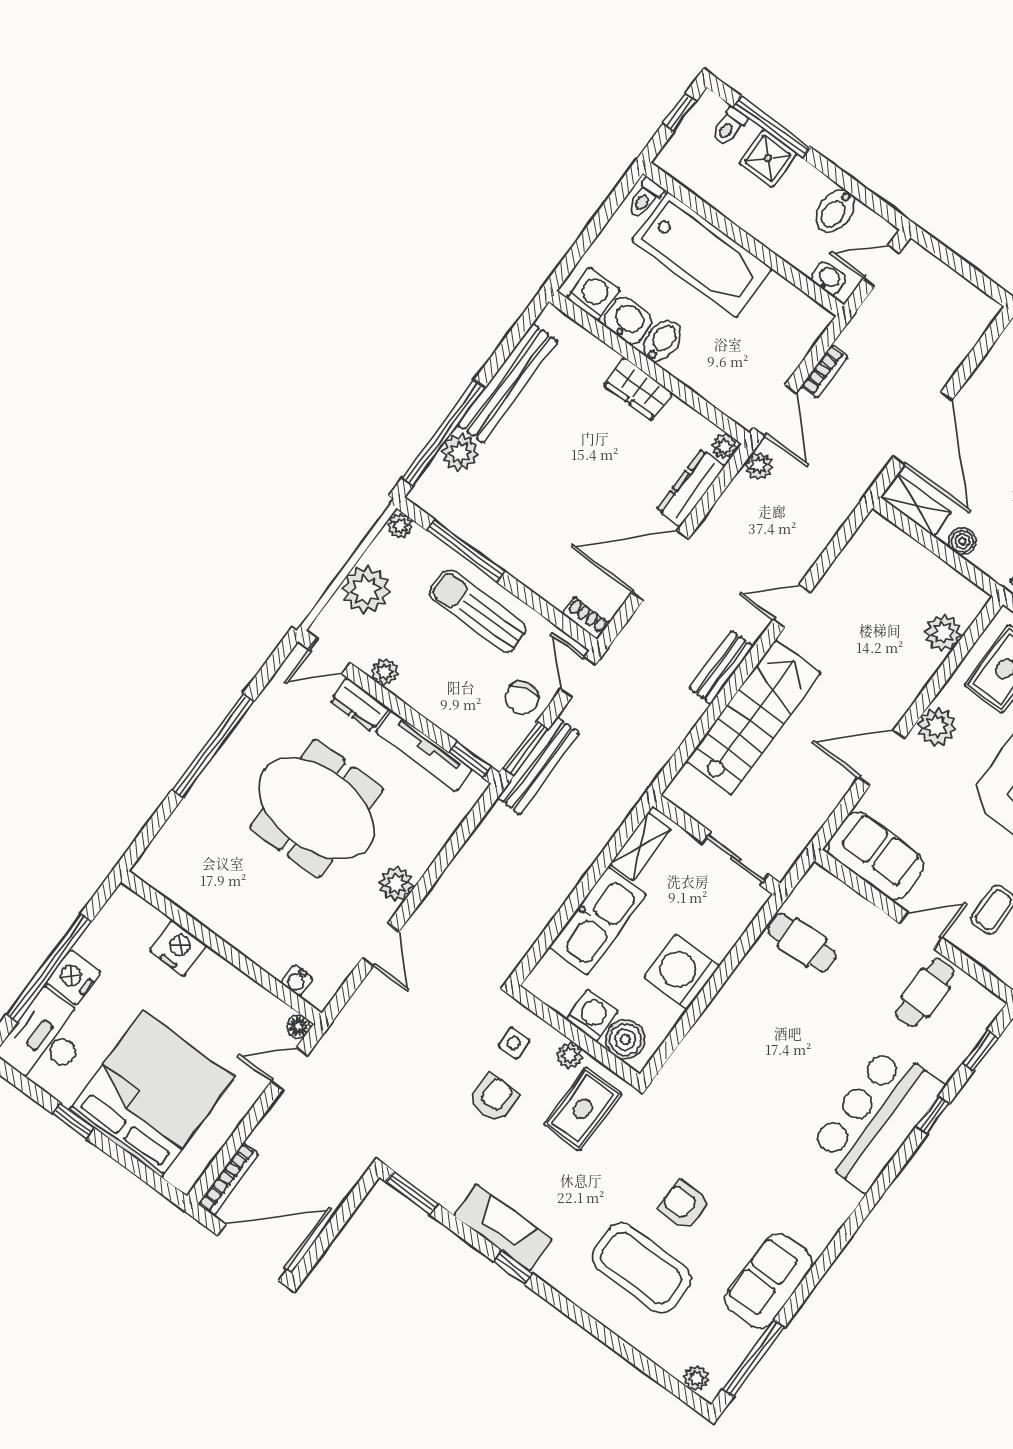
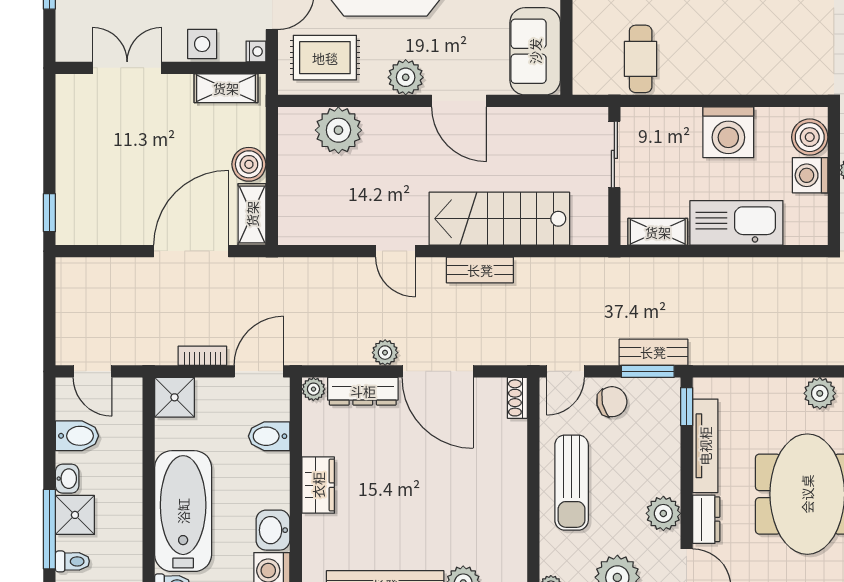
washbasin: (829, 278) -> (67, 479), moved, turned 180
shower: (806, 320) -> (174, 397), added
bidet: (662, 341) -> (269, 436), moved
plant: (759, 466) -> (385, 353), moved
boiler: (962, 541) -> (249, 164), width x1.36, depth x1.36
window: (466, 551) -> (533, 524), removed
plant: (943, 633) -> (338, 130), width x1.36, depth x1.36
plant: (385, 672) -> (663, 513), width x1.38, depth x1.38
bench: (538, 766) -> (653, 352), width x0.73

